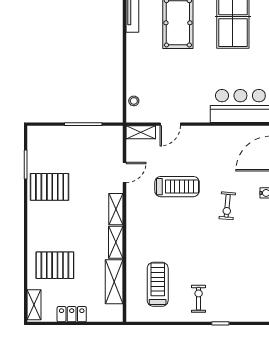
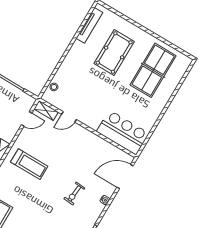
door: (125, 172) -> (27, 119), moved
treadmill: (177, 187) -> (29, 164), moved

